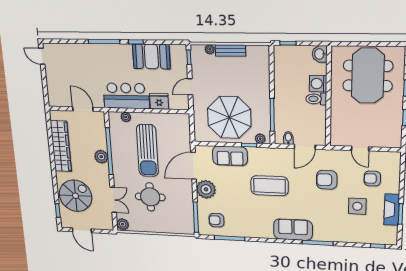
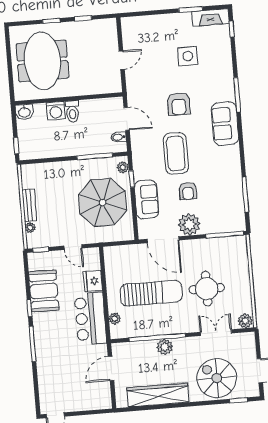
meeting table: (368, 76) -> (42, 61), turned 90
armchair: (372, 179) -> (154, 44), removed
armchair: (327, 180) -> (179, 104), moved
fireplace: (392, 210) -> (210, 17), moved
armchair: (216, 220) -> (188, 191), moved

